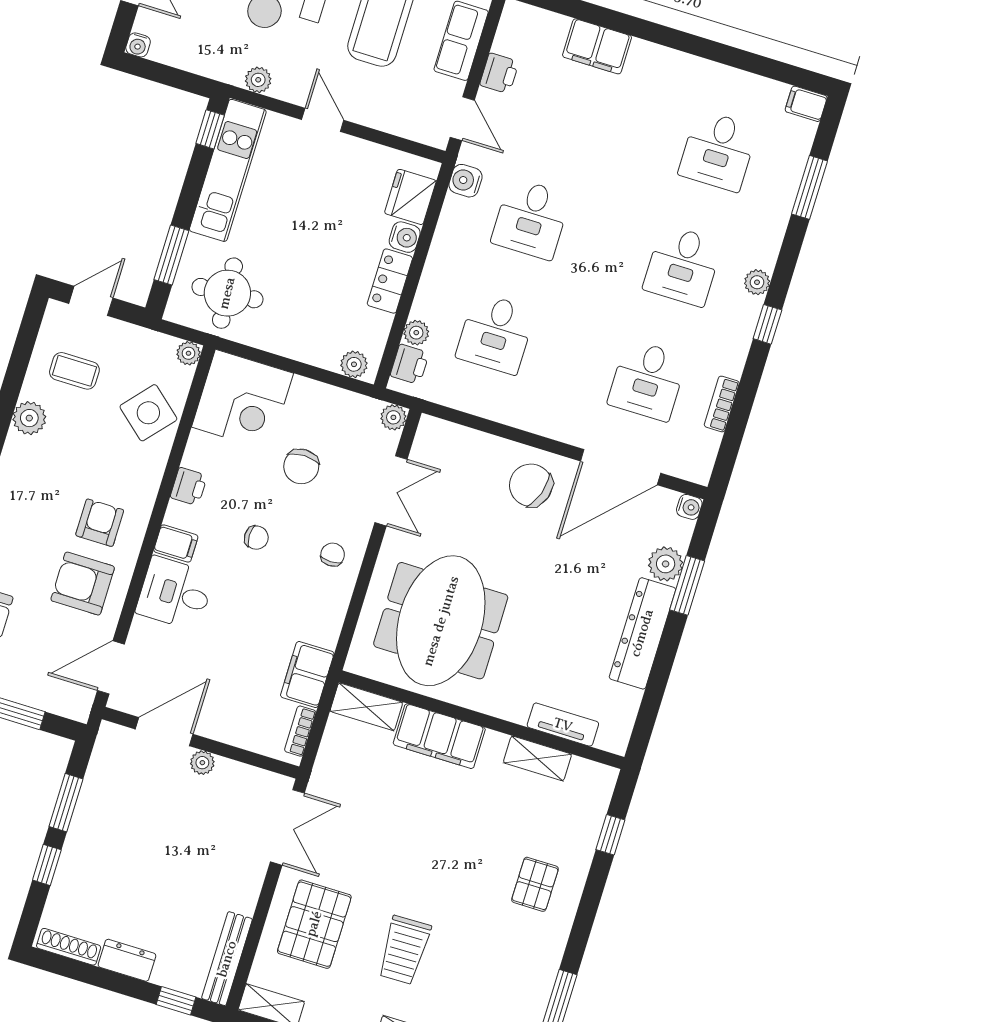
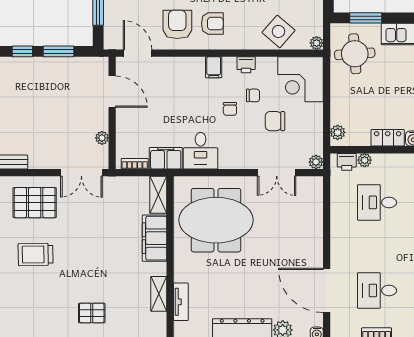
chair: (531, 485) -> (302, 246), removed
chair: (333, 555) -> (253, 95), moved
desk: (175, 593) -> (201, 151), moved, turned 180
plant: (202, 763) -> (102, 138), moved

